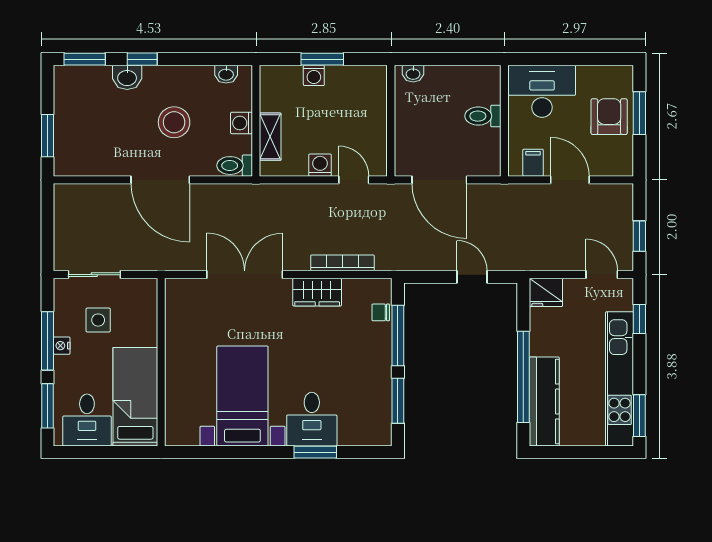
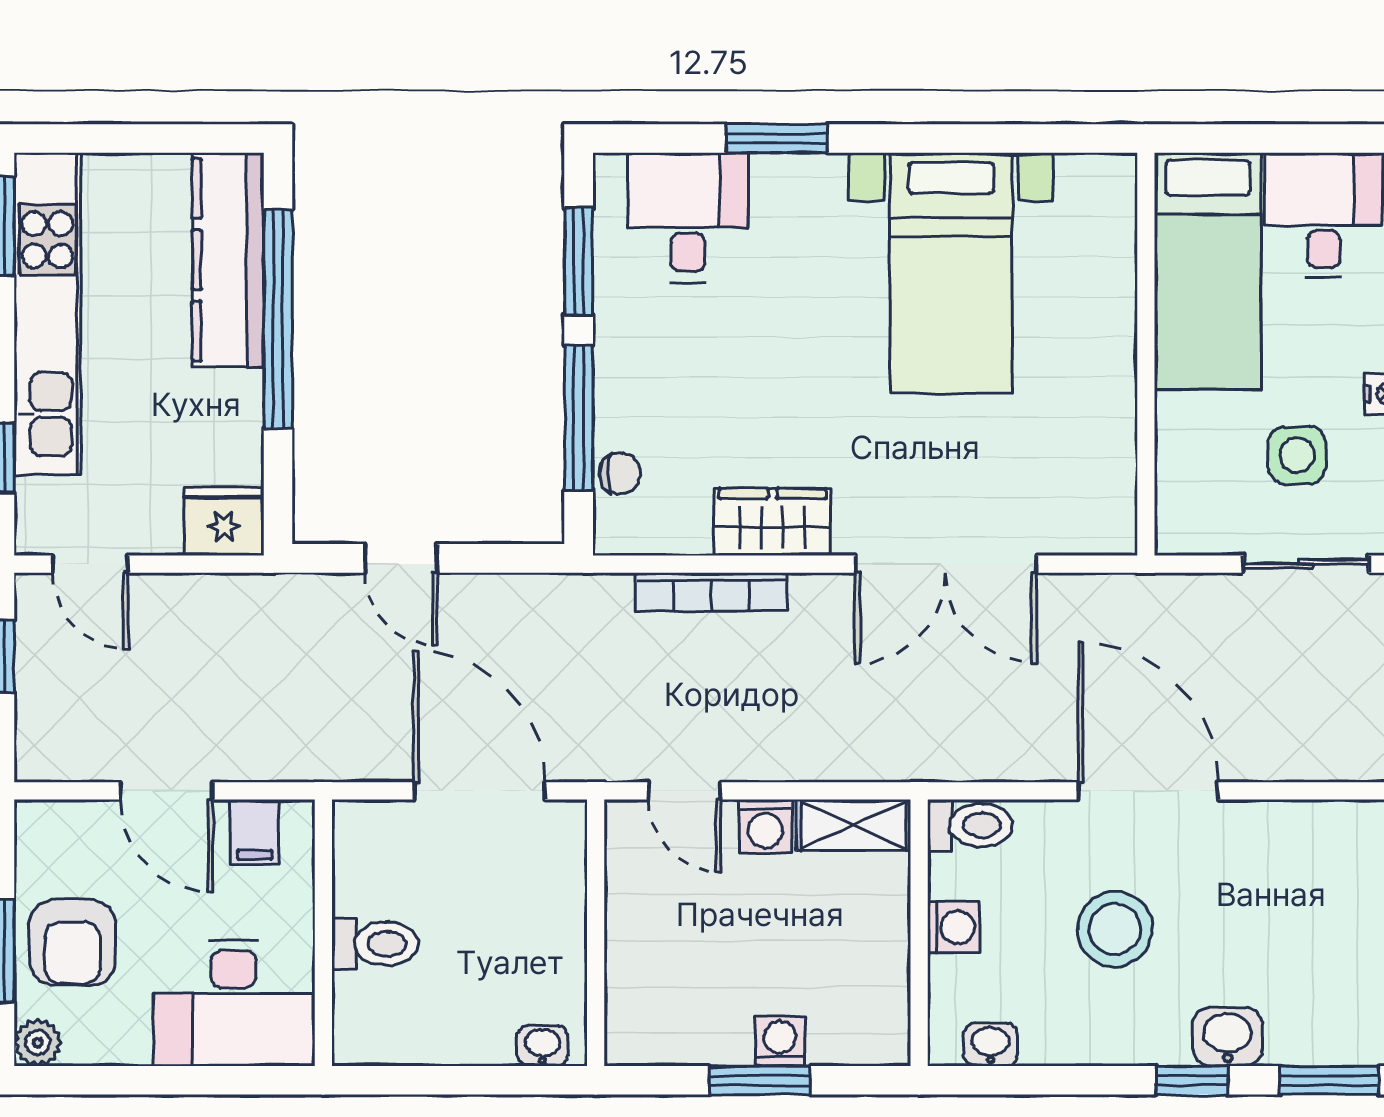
plant: (624, 75) -> (38, 1043), added
shelving: (270, 137) -> (854, 825), moved, turned 90
desk: (312, 419) -> (688, 217), moved

